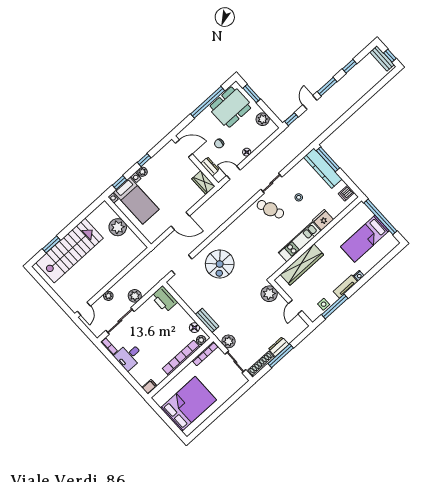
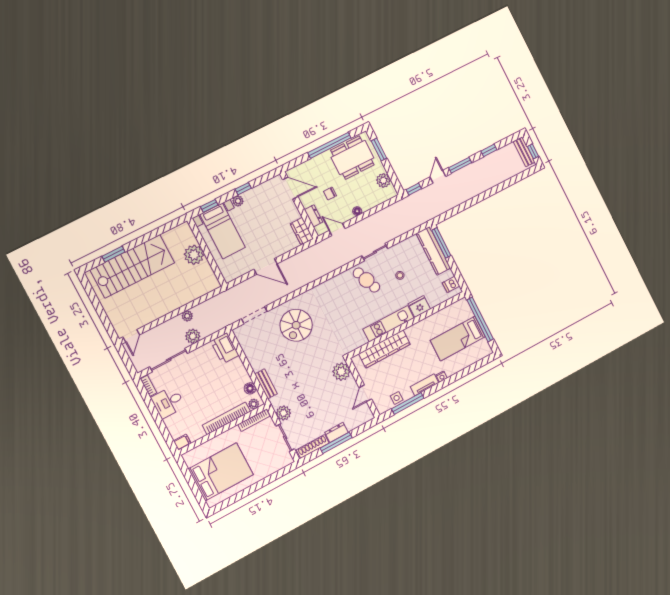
plant: (108, 296) -> (187, 316), moved

